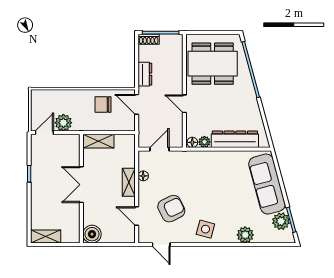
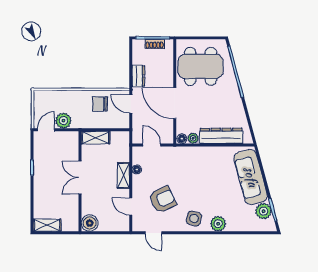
shoe rack: (149, 39) -> (155, 44), moved
door: (184, 104) -> (175, 103), width x1.87
door: (159, 149) -> (152, 145), hinge flipped
plant: (245, 235) -> (218, 224), moved

